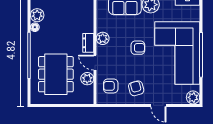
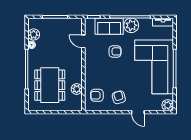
plant: (103, 38) -> (90, 54), removed
dresser: (88, 43) -> (78, 58), removed
armchair: (138, 48) -> (115, 51), moved
door: (95, 63) -> (83, 41), moved

